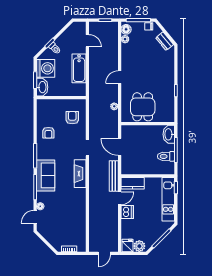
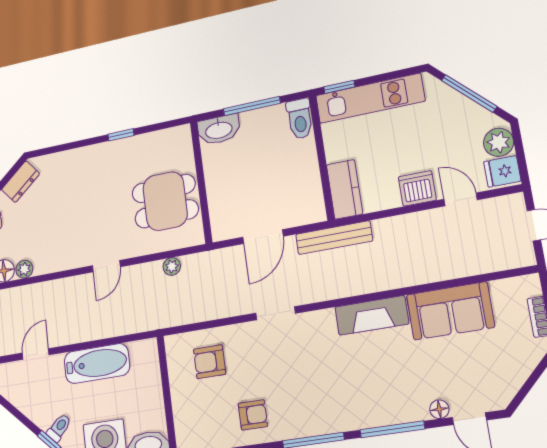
door: (120, 77) -> (106, 266), hinge flipped
toilet: (166, 156) -> (300, 119), moved
fireplace: (80, 174) -> (372, 315), moved
sofa: (46, 175) -> (450, 311), moved, turned 180
door: (120, 198) -> (461, 199), moved

